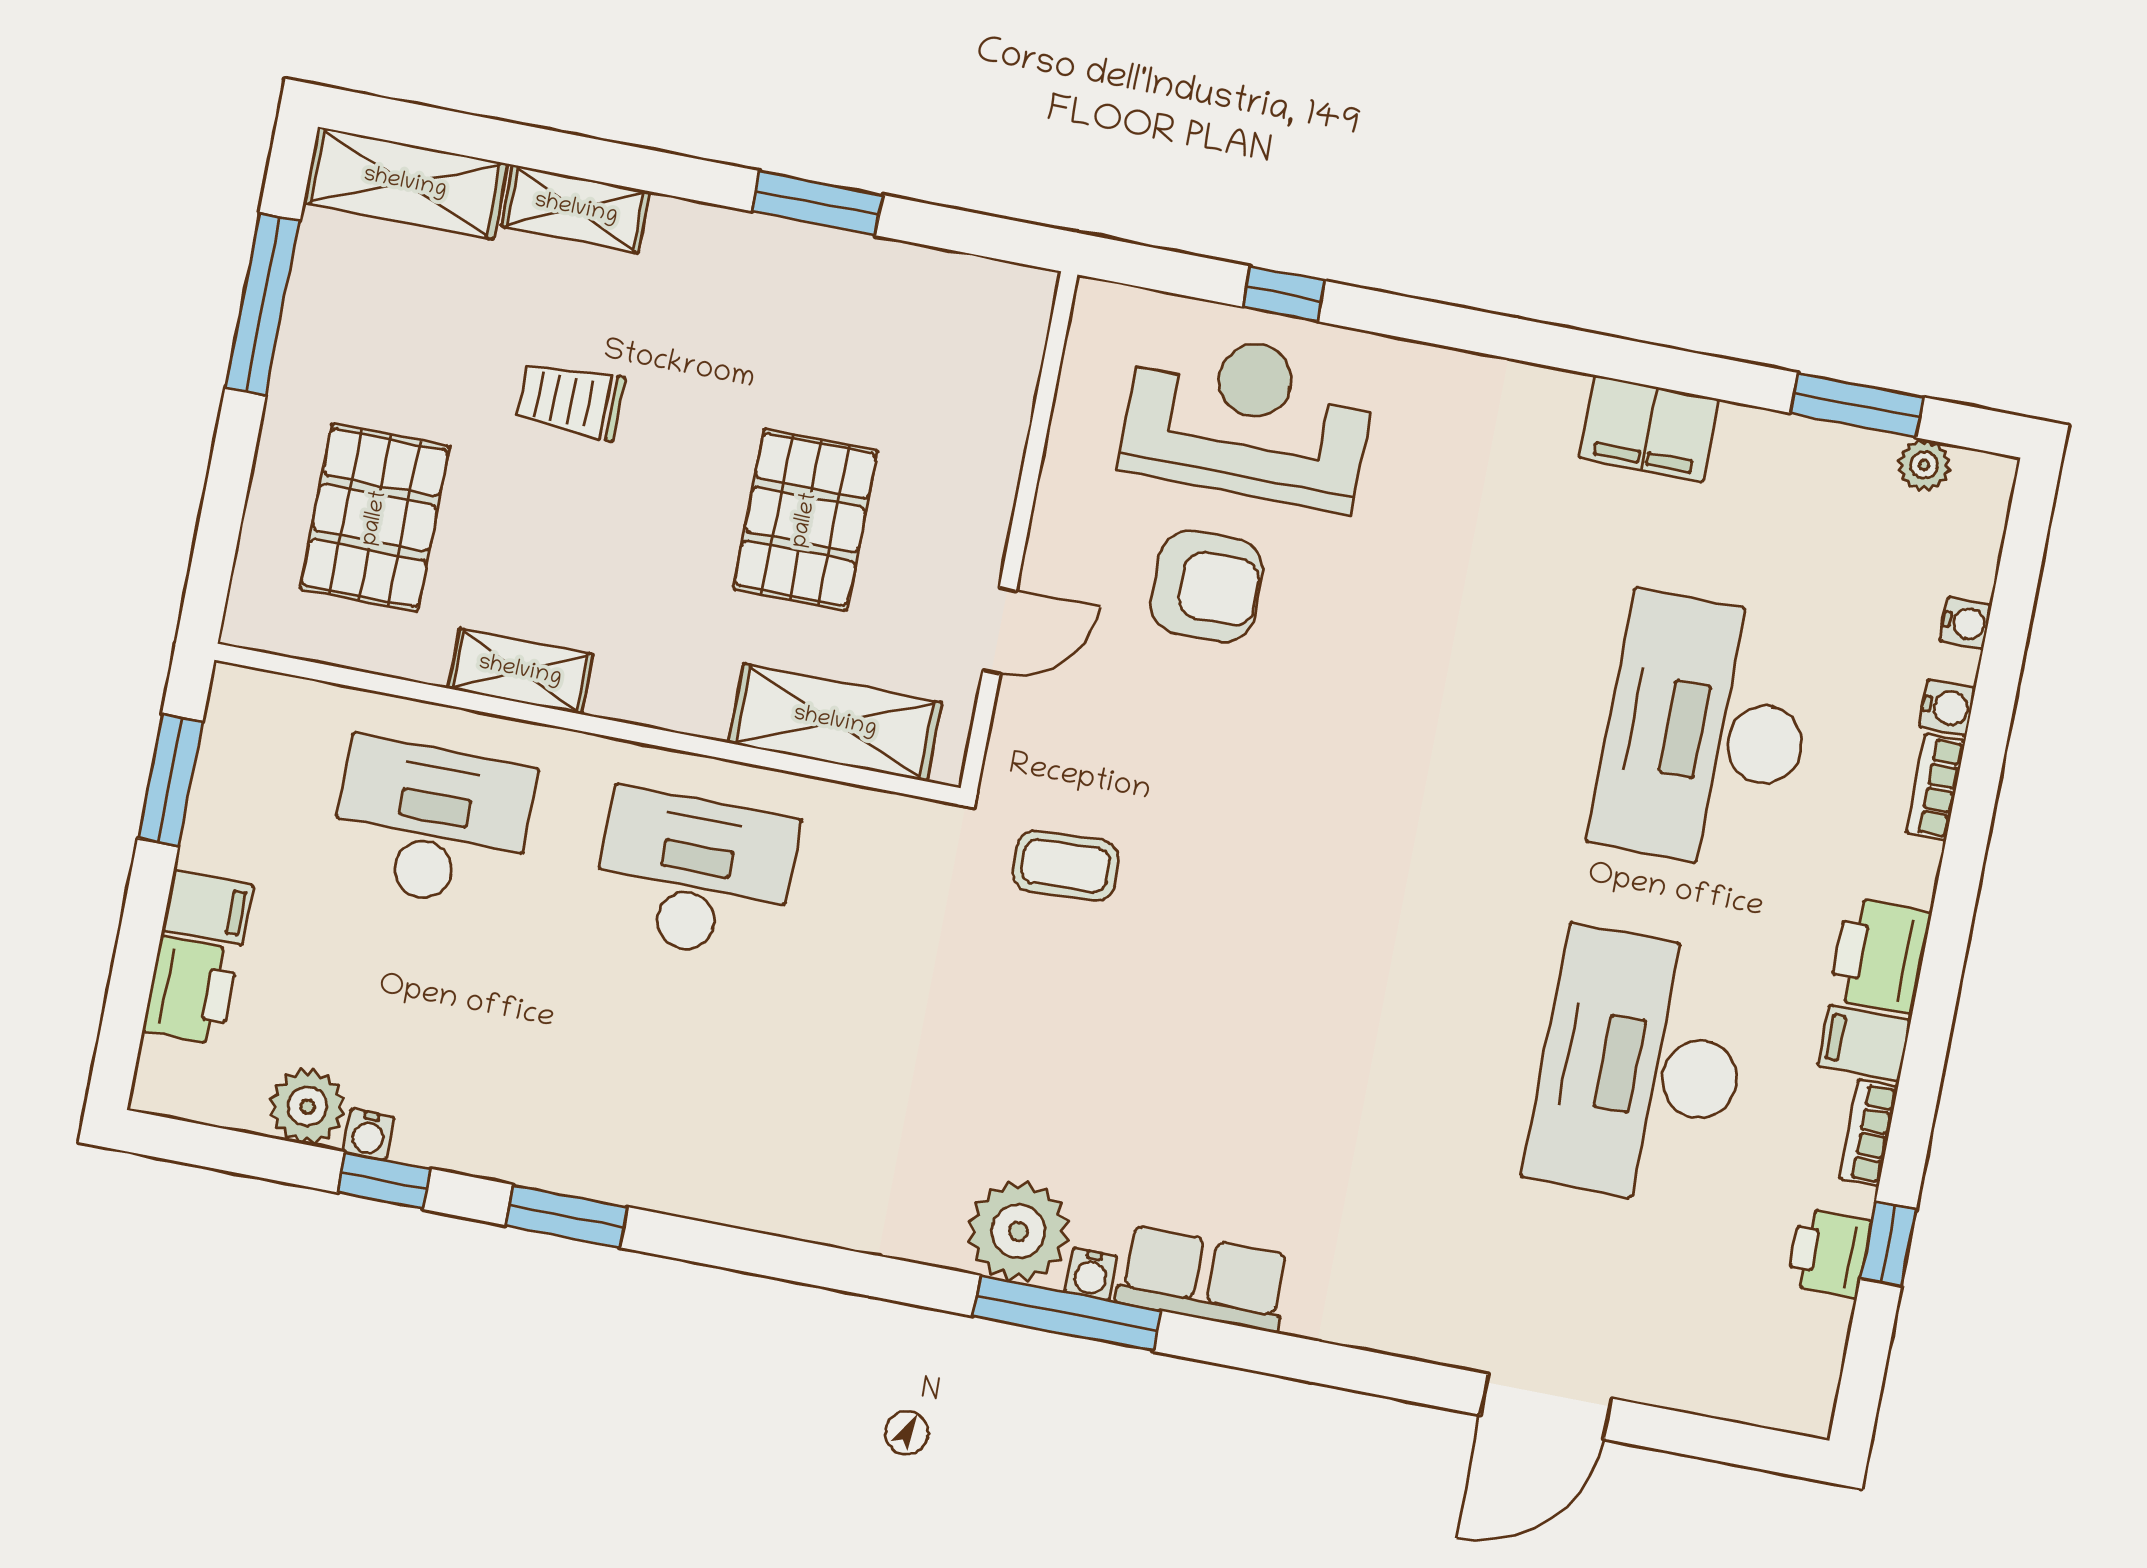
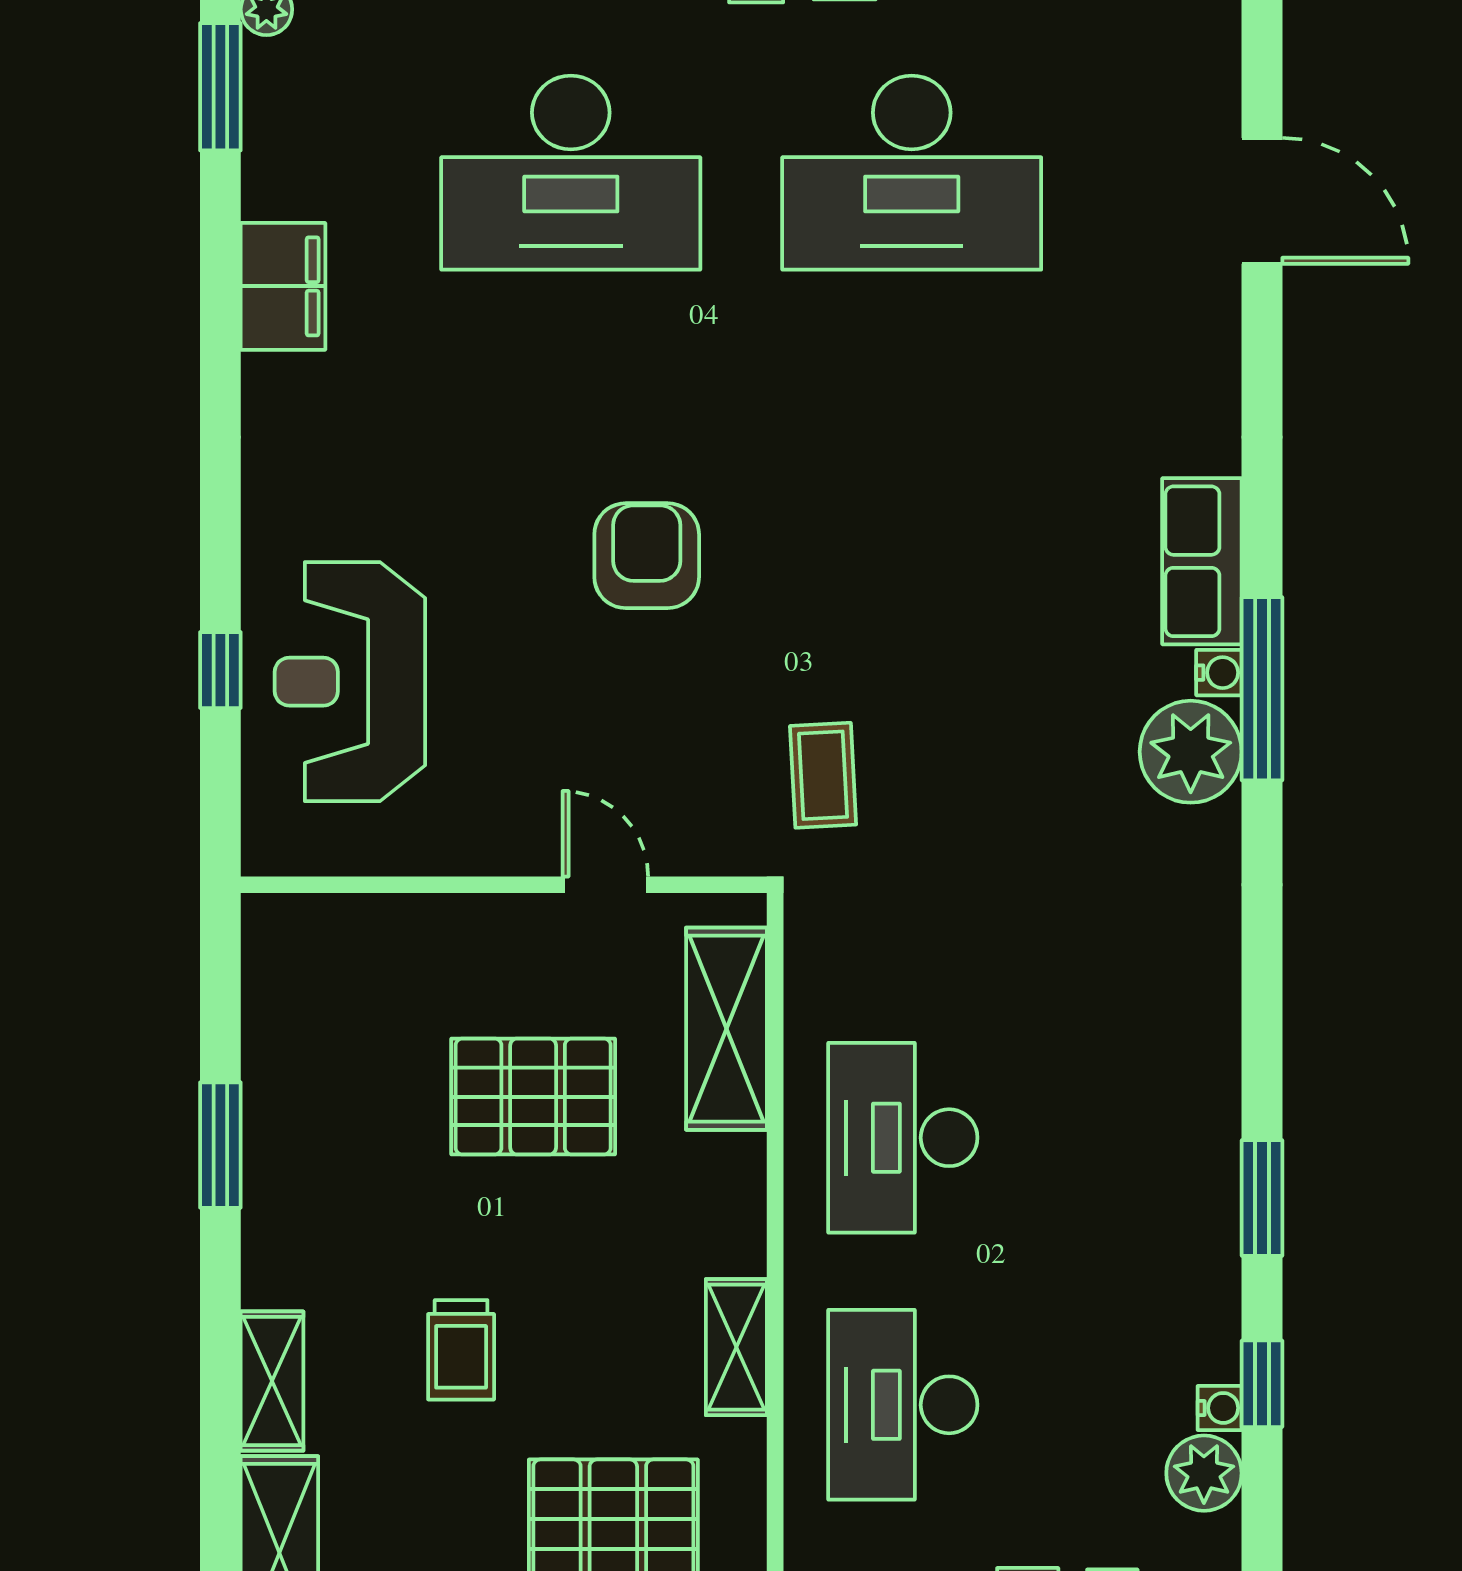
armchair: (1207, 586) -> (647, 556), moved

